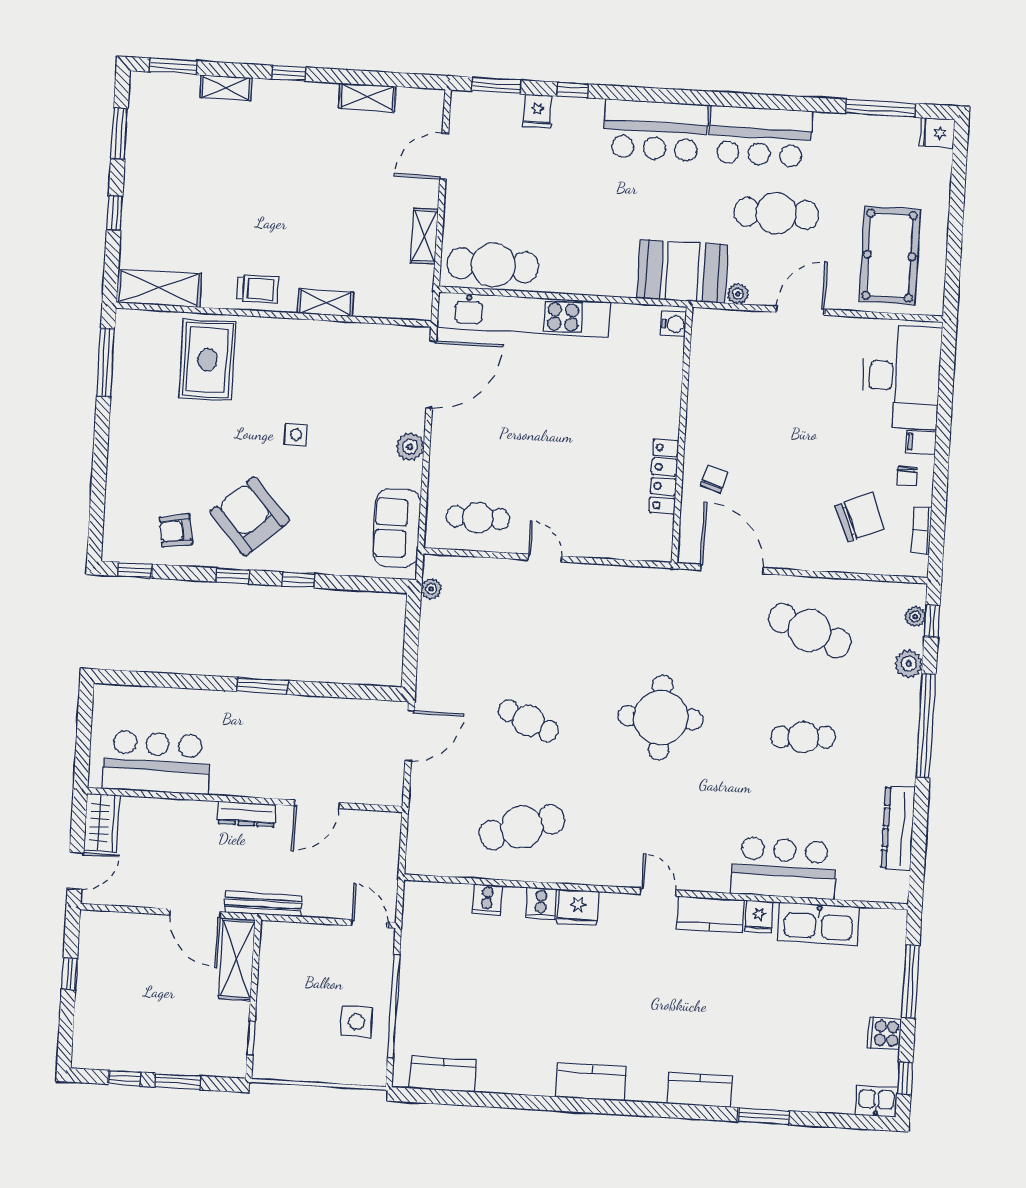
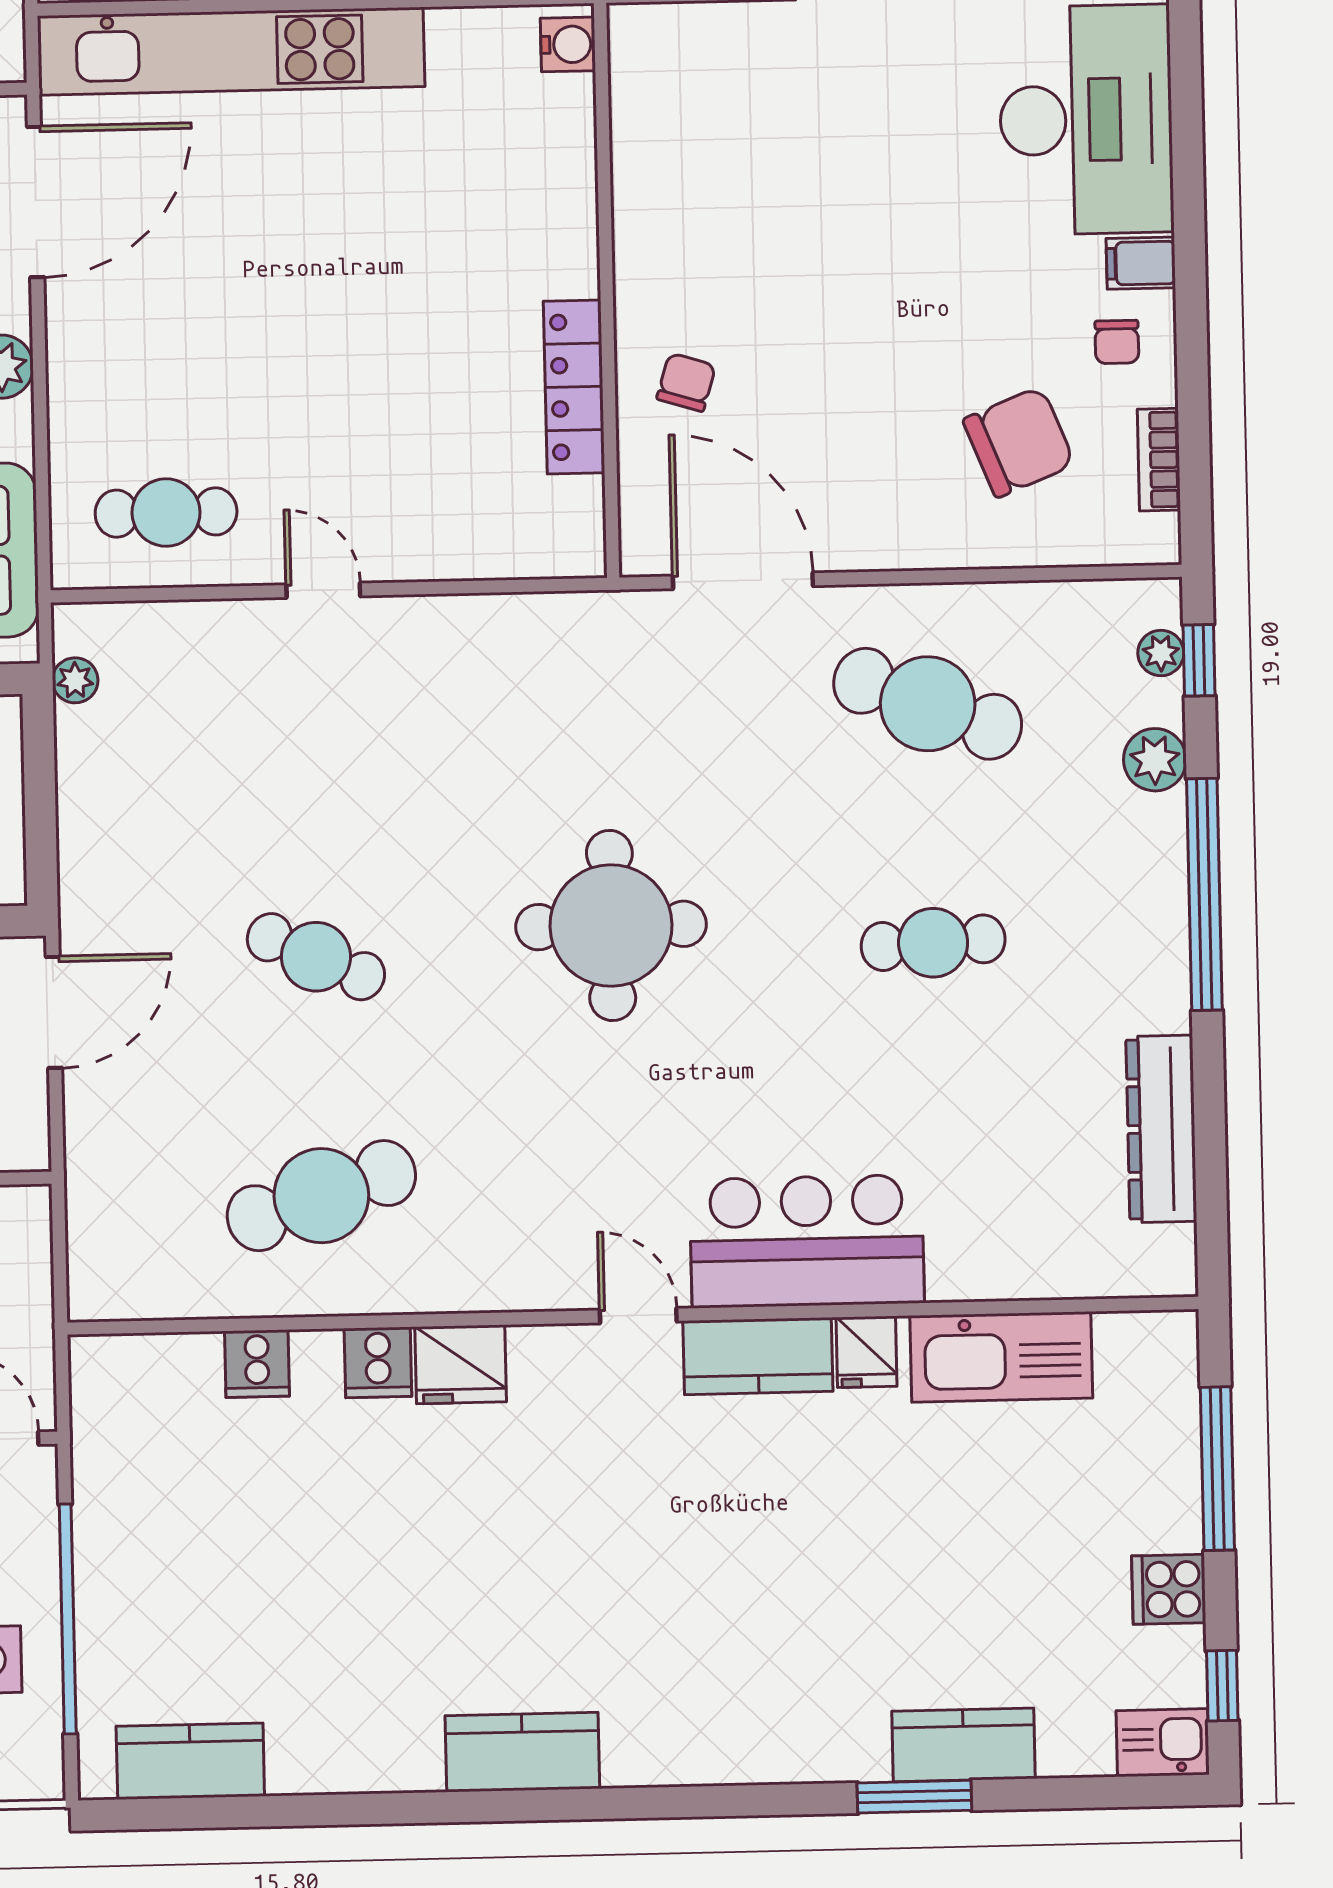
bar counter: (784, 868) -> (807, 1241), moved
kitchen counter: (700, 1090) -> (964, 1745), moved

